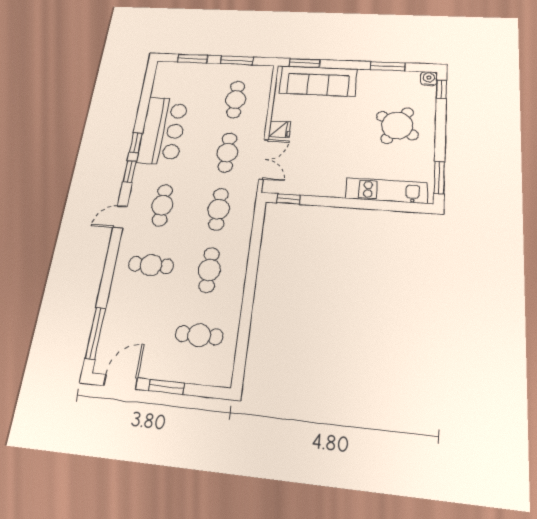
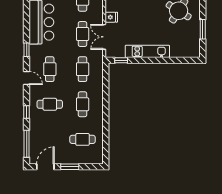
window: (136, 143) -> (27, 112), moved
double door: (264, 159) -> (104, 37), swing flipped
window: (439, 178) -> (203, 29), moved
kitchen unit: (387, 191) -> (147, 51), moved
door: (120, 217) -> (27, 78), swing flipped

